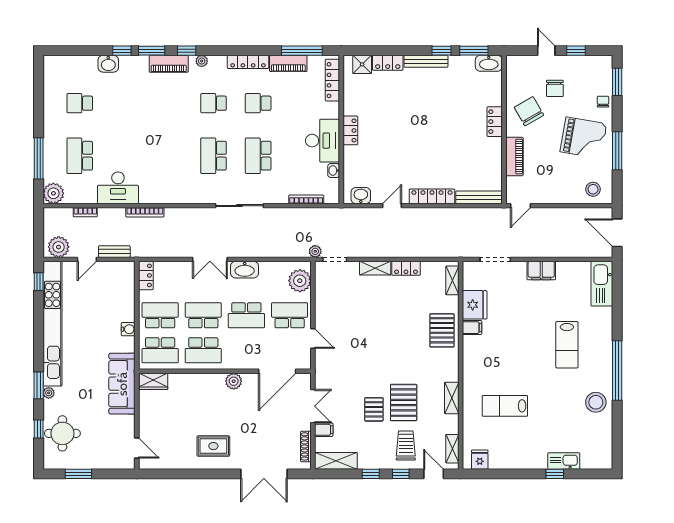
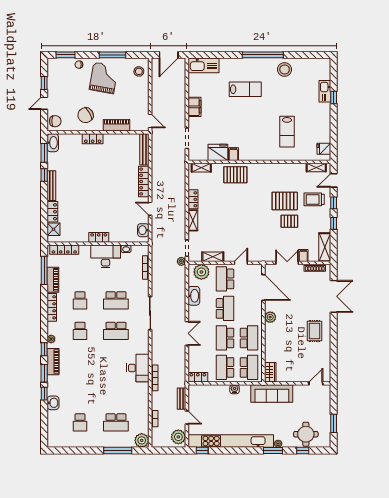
chair: (555, 88) -> (55, 121), moved
desk: (118, 188) -> (138, 368), moved
washbasin: (245, 270) -> (194, 296), moved
shelving: (452, 398) -> (213, 257), moved

